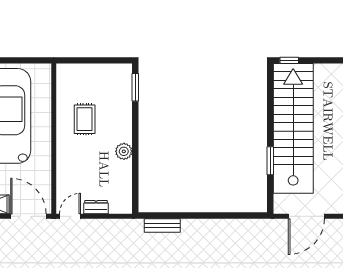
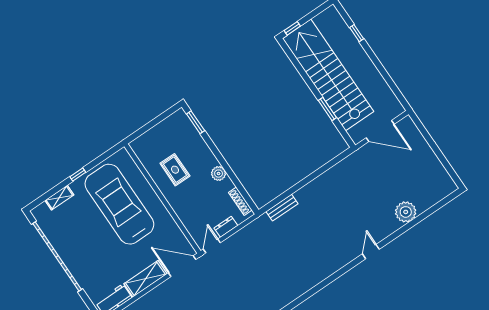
shoe rack: (127, 192) -> (240, 201), added
door: (306, 216) -> (380, 131), hinge flipped

